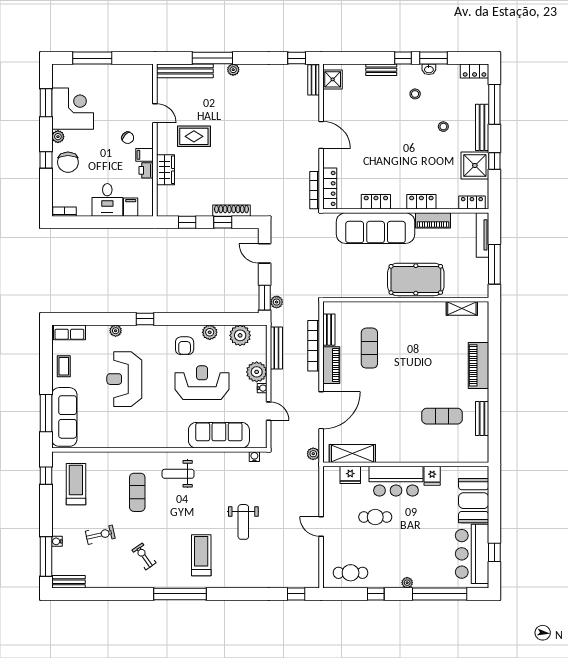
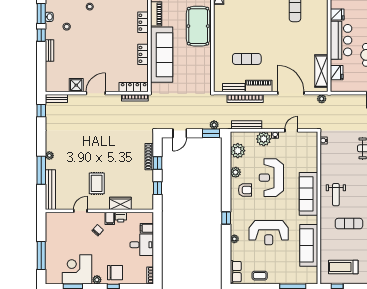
shower: (333, 79) -> (76, 85), moved
sofa: (64, 417) -> (309, 245), moved, turned -90
sofa: (219, 435) -> (309, 194), moved

